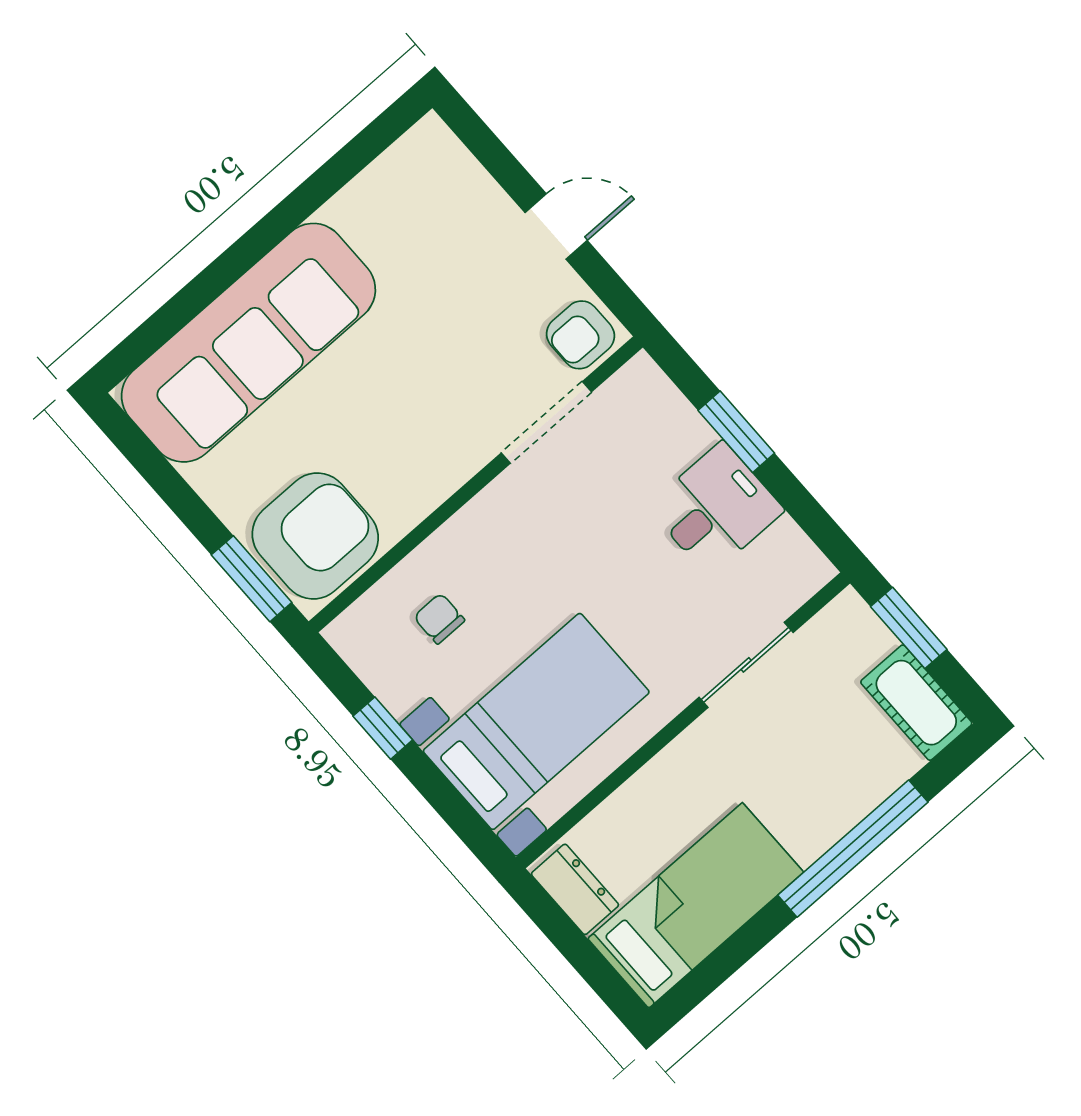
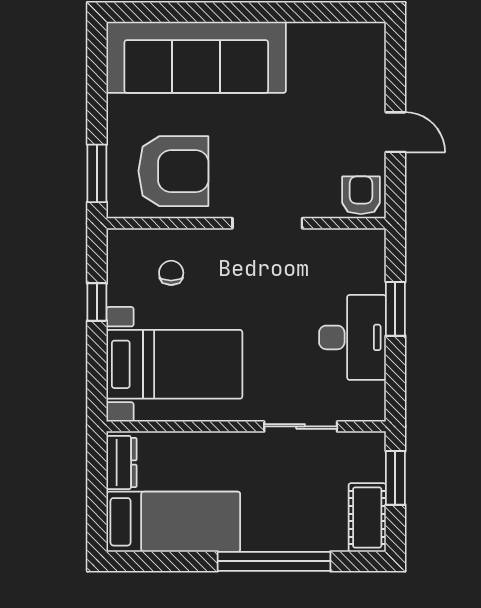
armchair: (580, 335) -> (361, 195), turned 90
doorway: (546, 422) -> (267, 223), moved
desk: (716, 509) -> (353, 337), width x1.37
armchair: (315, 536) -> (173, 171), moved

